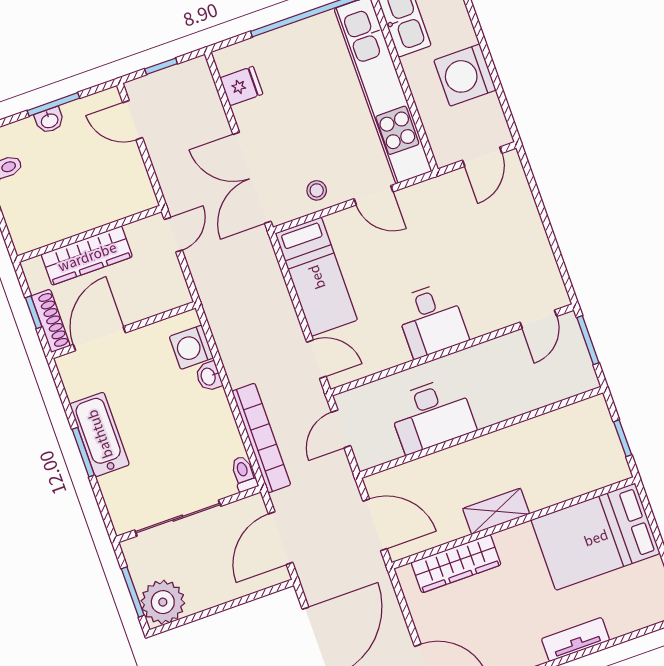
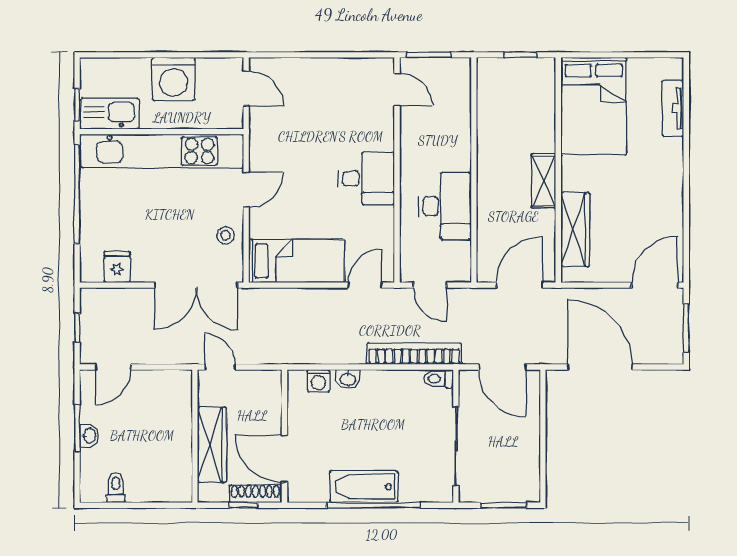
washing machine: (191, 347) -> (318, 381), width x0.73, depth x0.73
window: (83, 452) -> (374, 505), width x2.11
plant: (163, 602) -> (521, 483), removed
tv unit: (576, 639) -> (673, 108), moved

